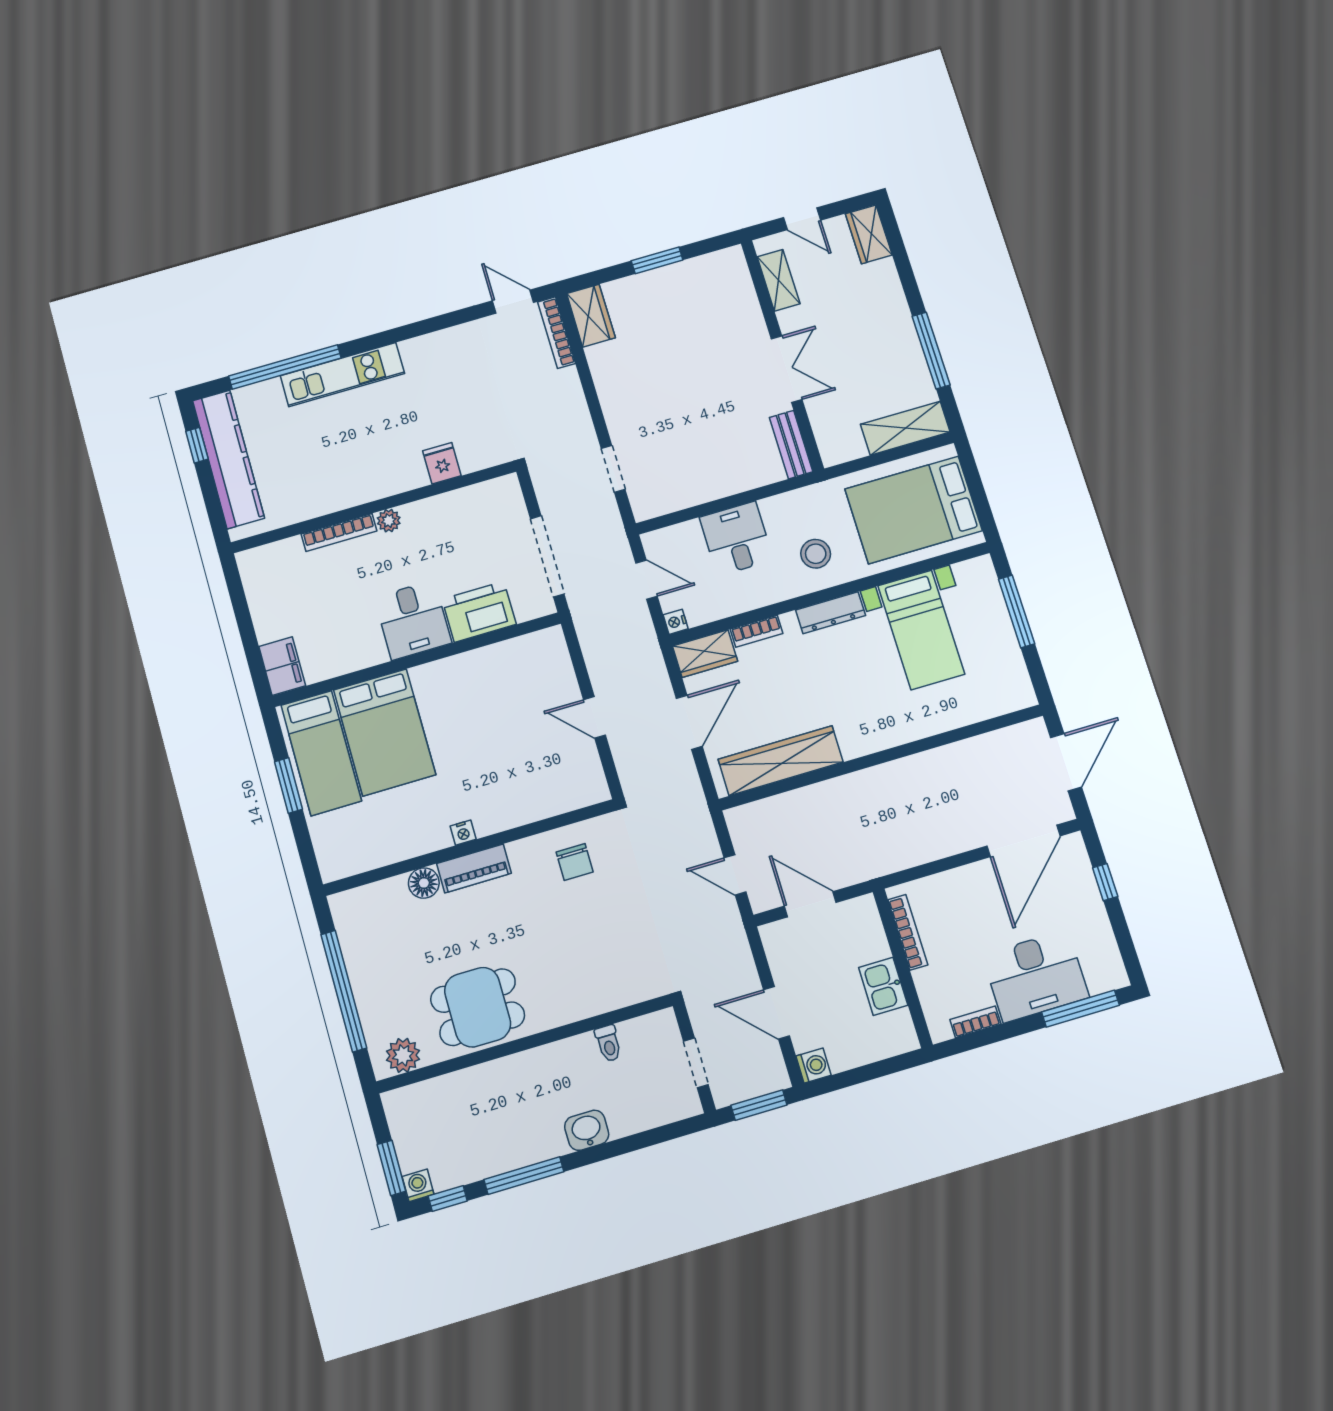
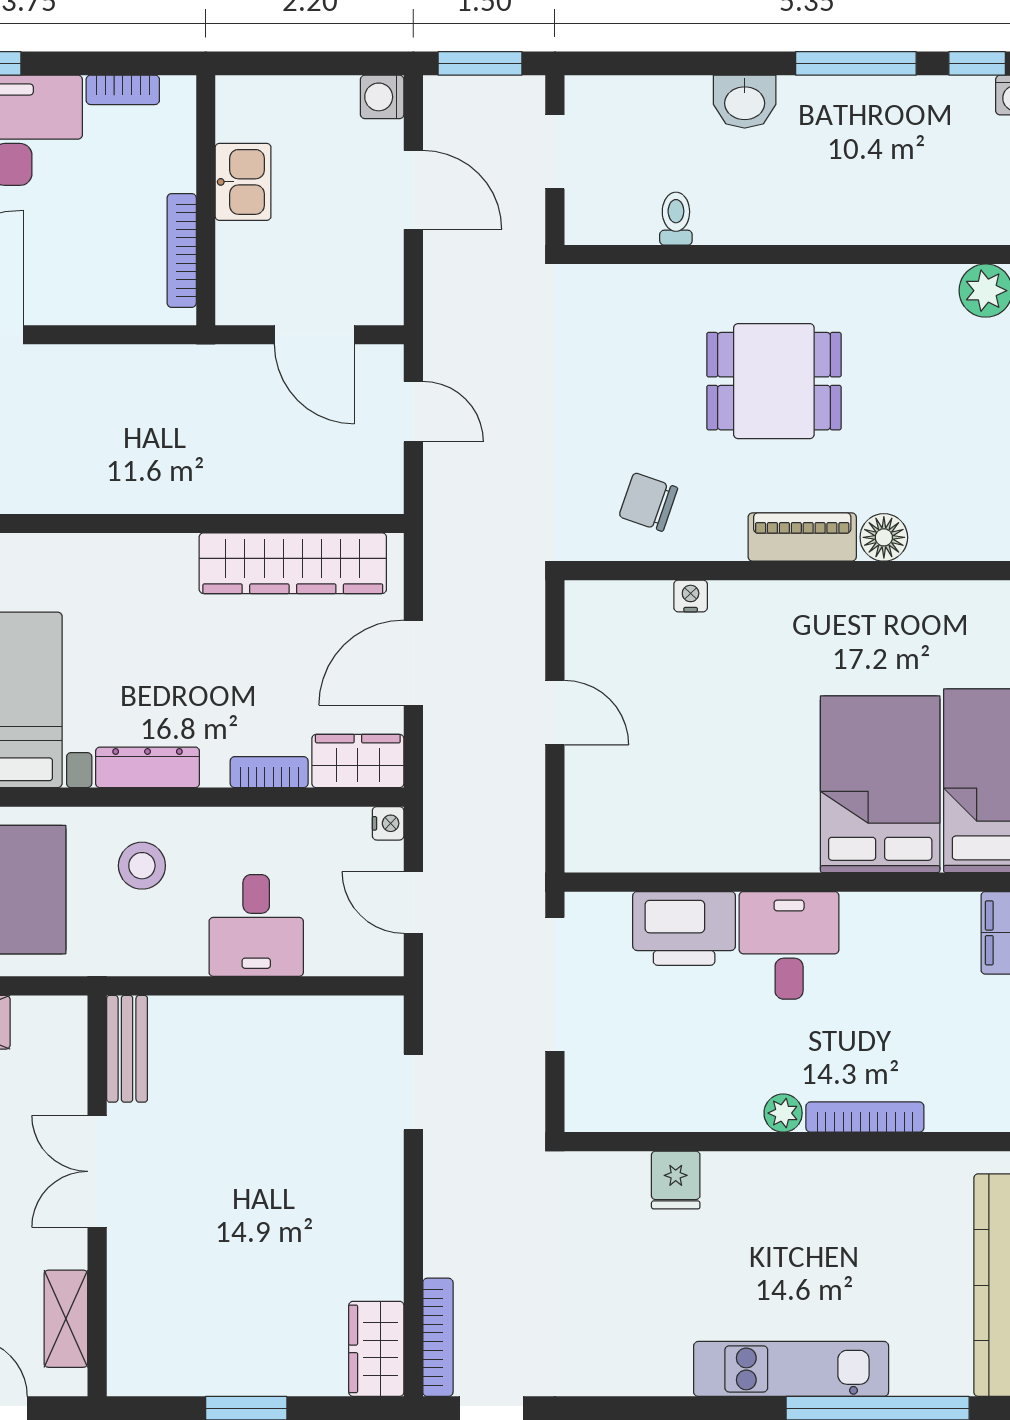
nightstand: (463, 833) -> (691, 596), moved
chair: (575, 862) -> (648, 502), turned -71
dining table: (478, 1007) -> (774, 381), moved

